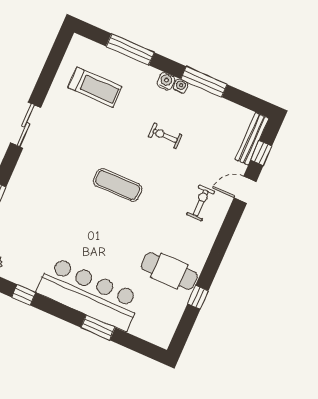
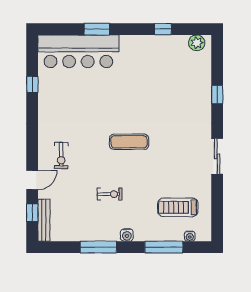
water cooler: (181, 86) -> (190, 236), moved
cafe table: (169, 271) -> (62, 95), removed
bar counter: (89, 294) -> (78, 51), moved

